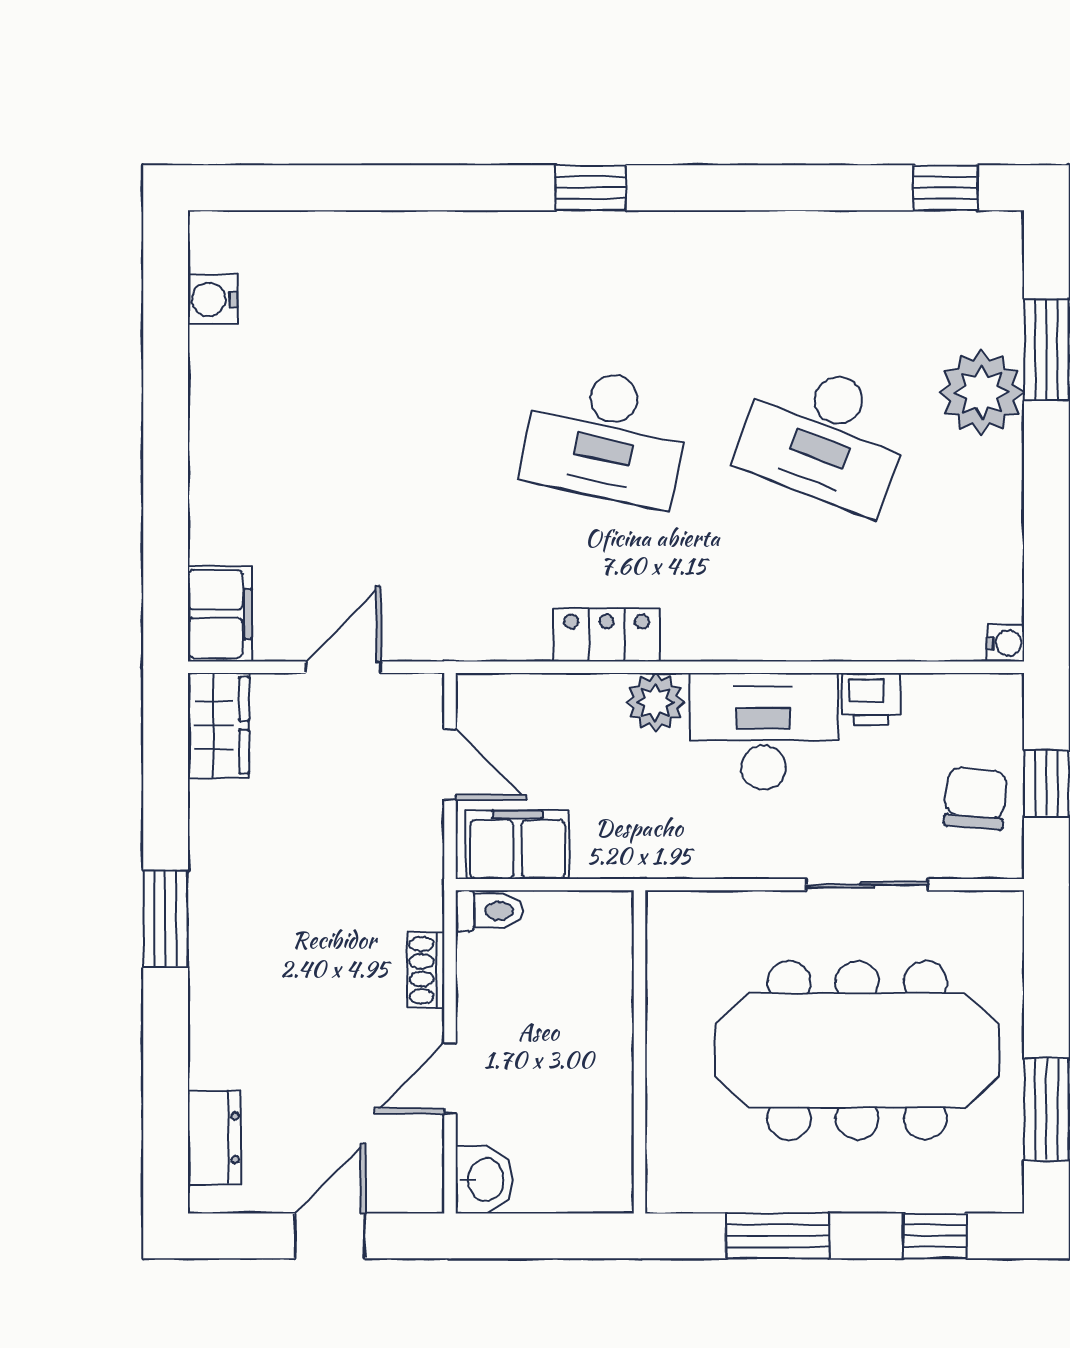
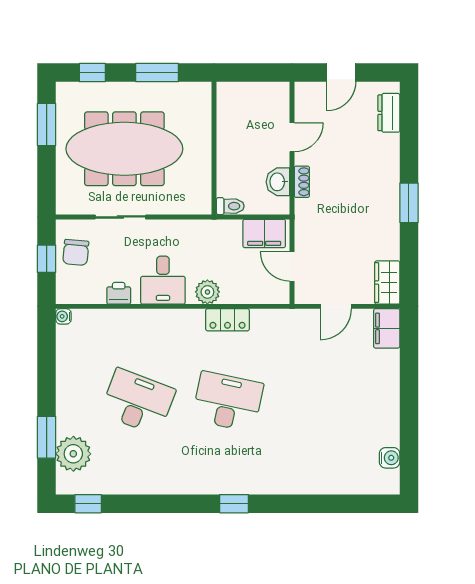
plant: (981, 392) -> (73, 454), moved
desk: (763, 731) -> (163, 280), width x0.73
toilet: (489, 911) -> (230, 206), moved, turned 180
washbasin: (484, 1180) -> (278, 182), moved

